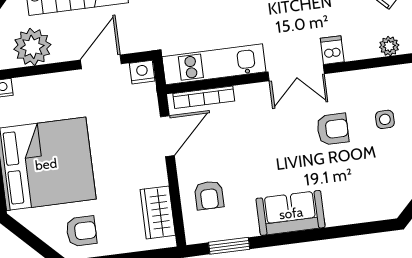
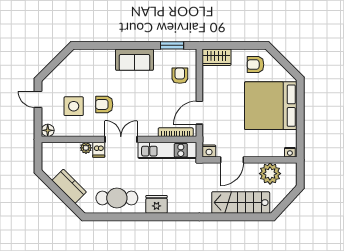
plant: (389, 46) -> (86, 148), moved
side table: (385, 119) -> (74, 106), width x1.87, depth x1.87
wardrobe: (158, 212) -> (217, 57), moved, turned 90

